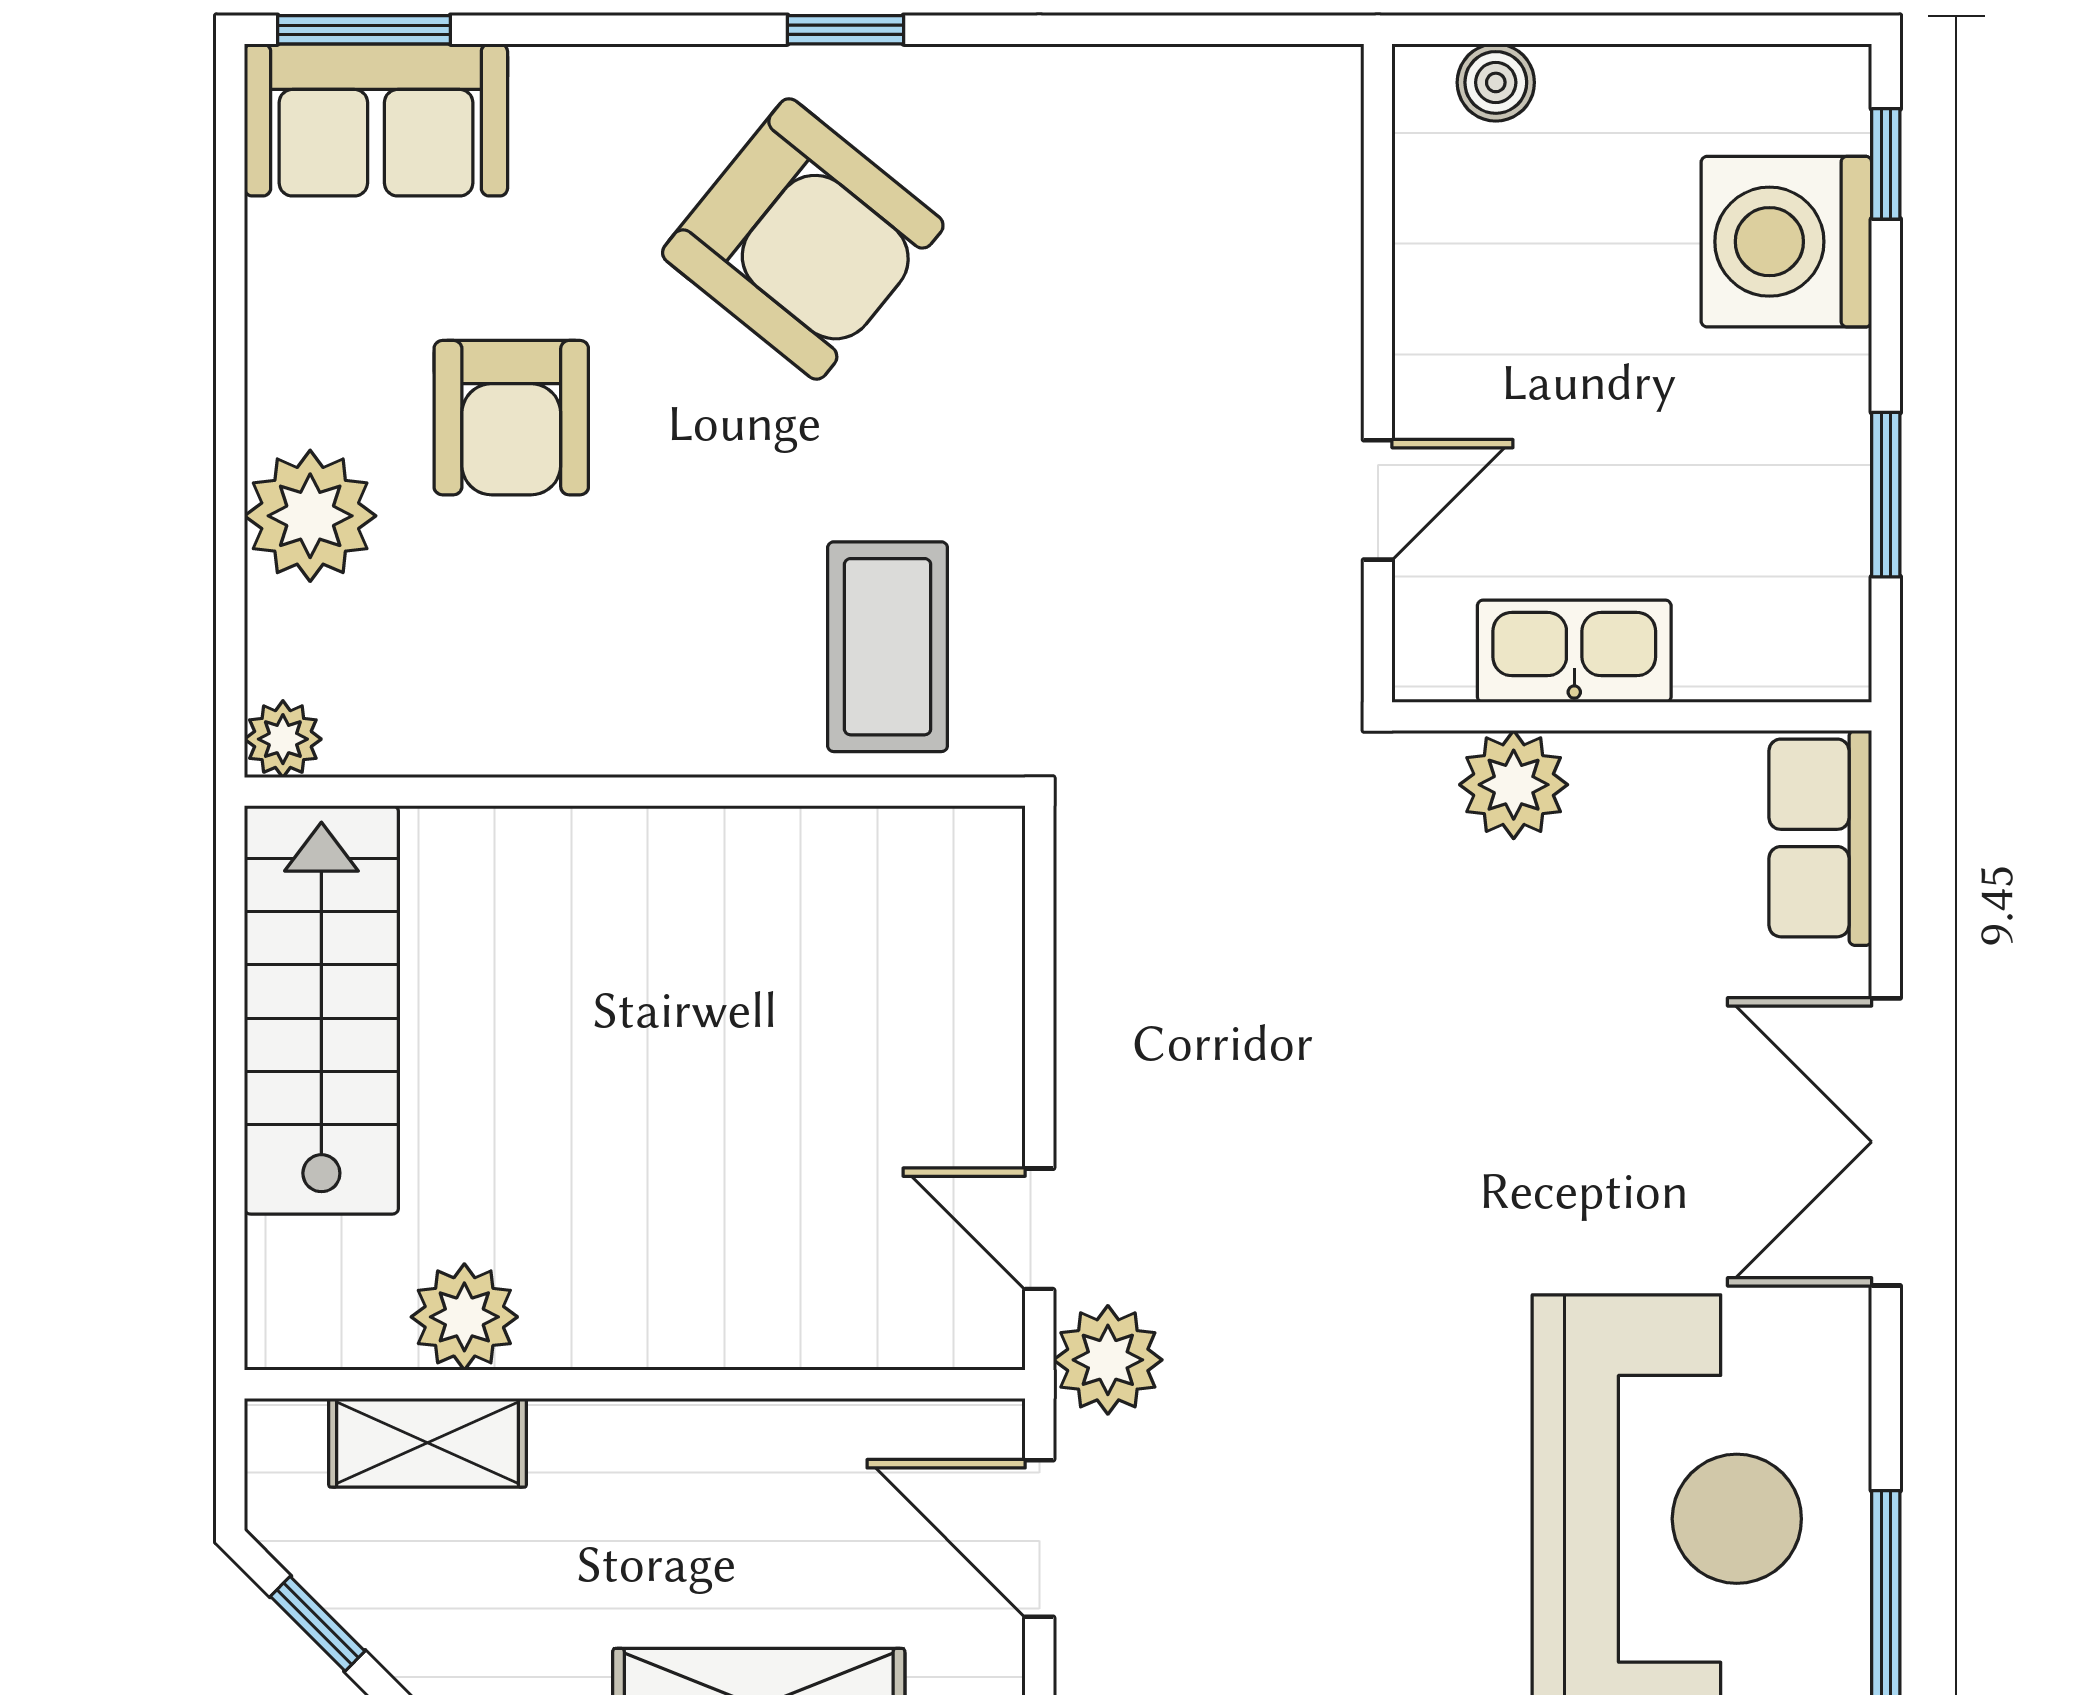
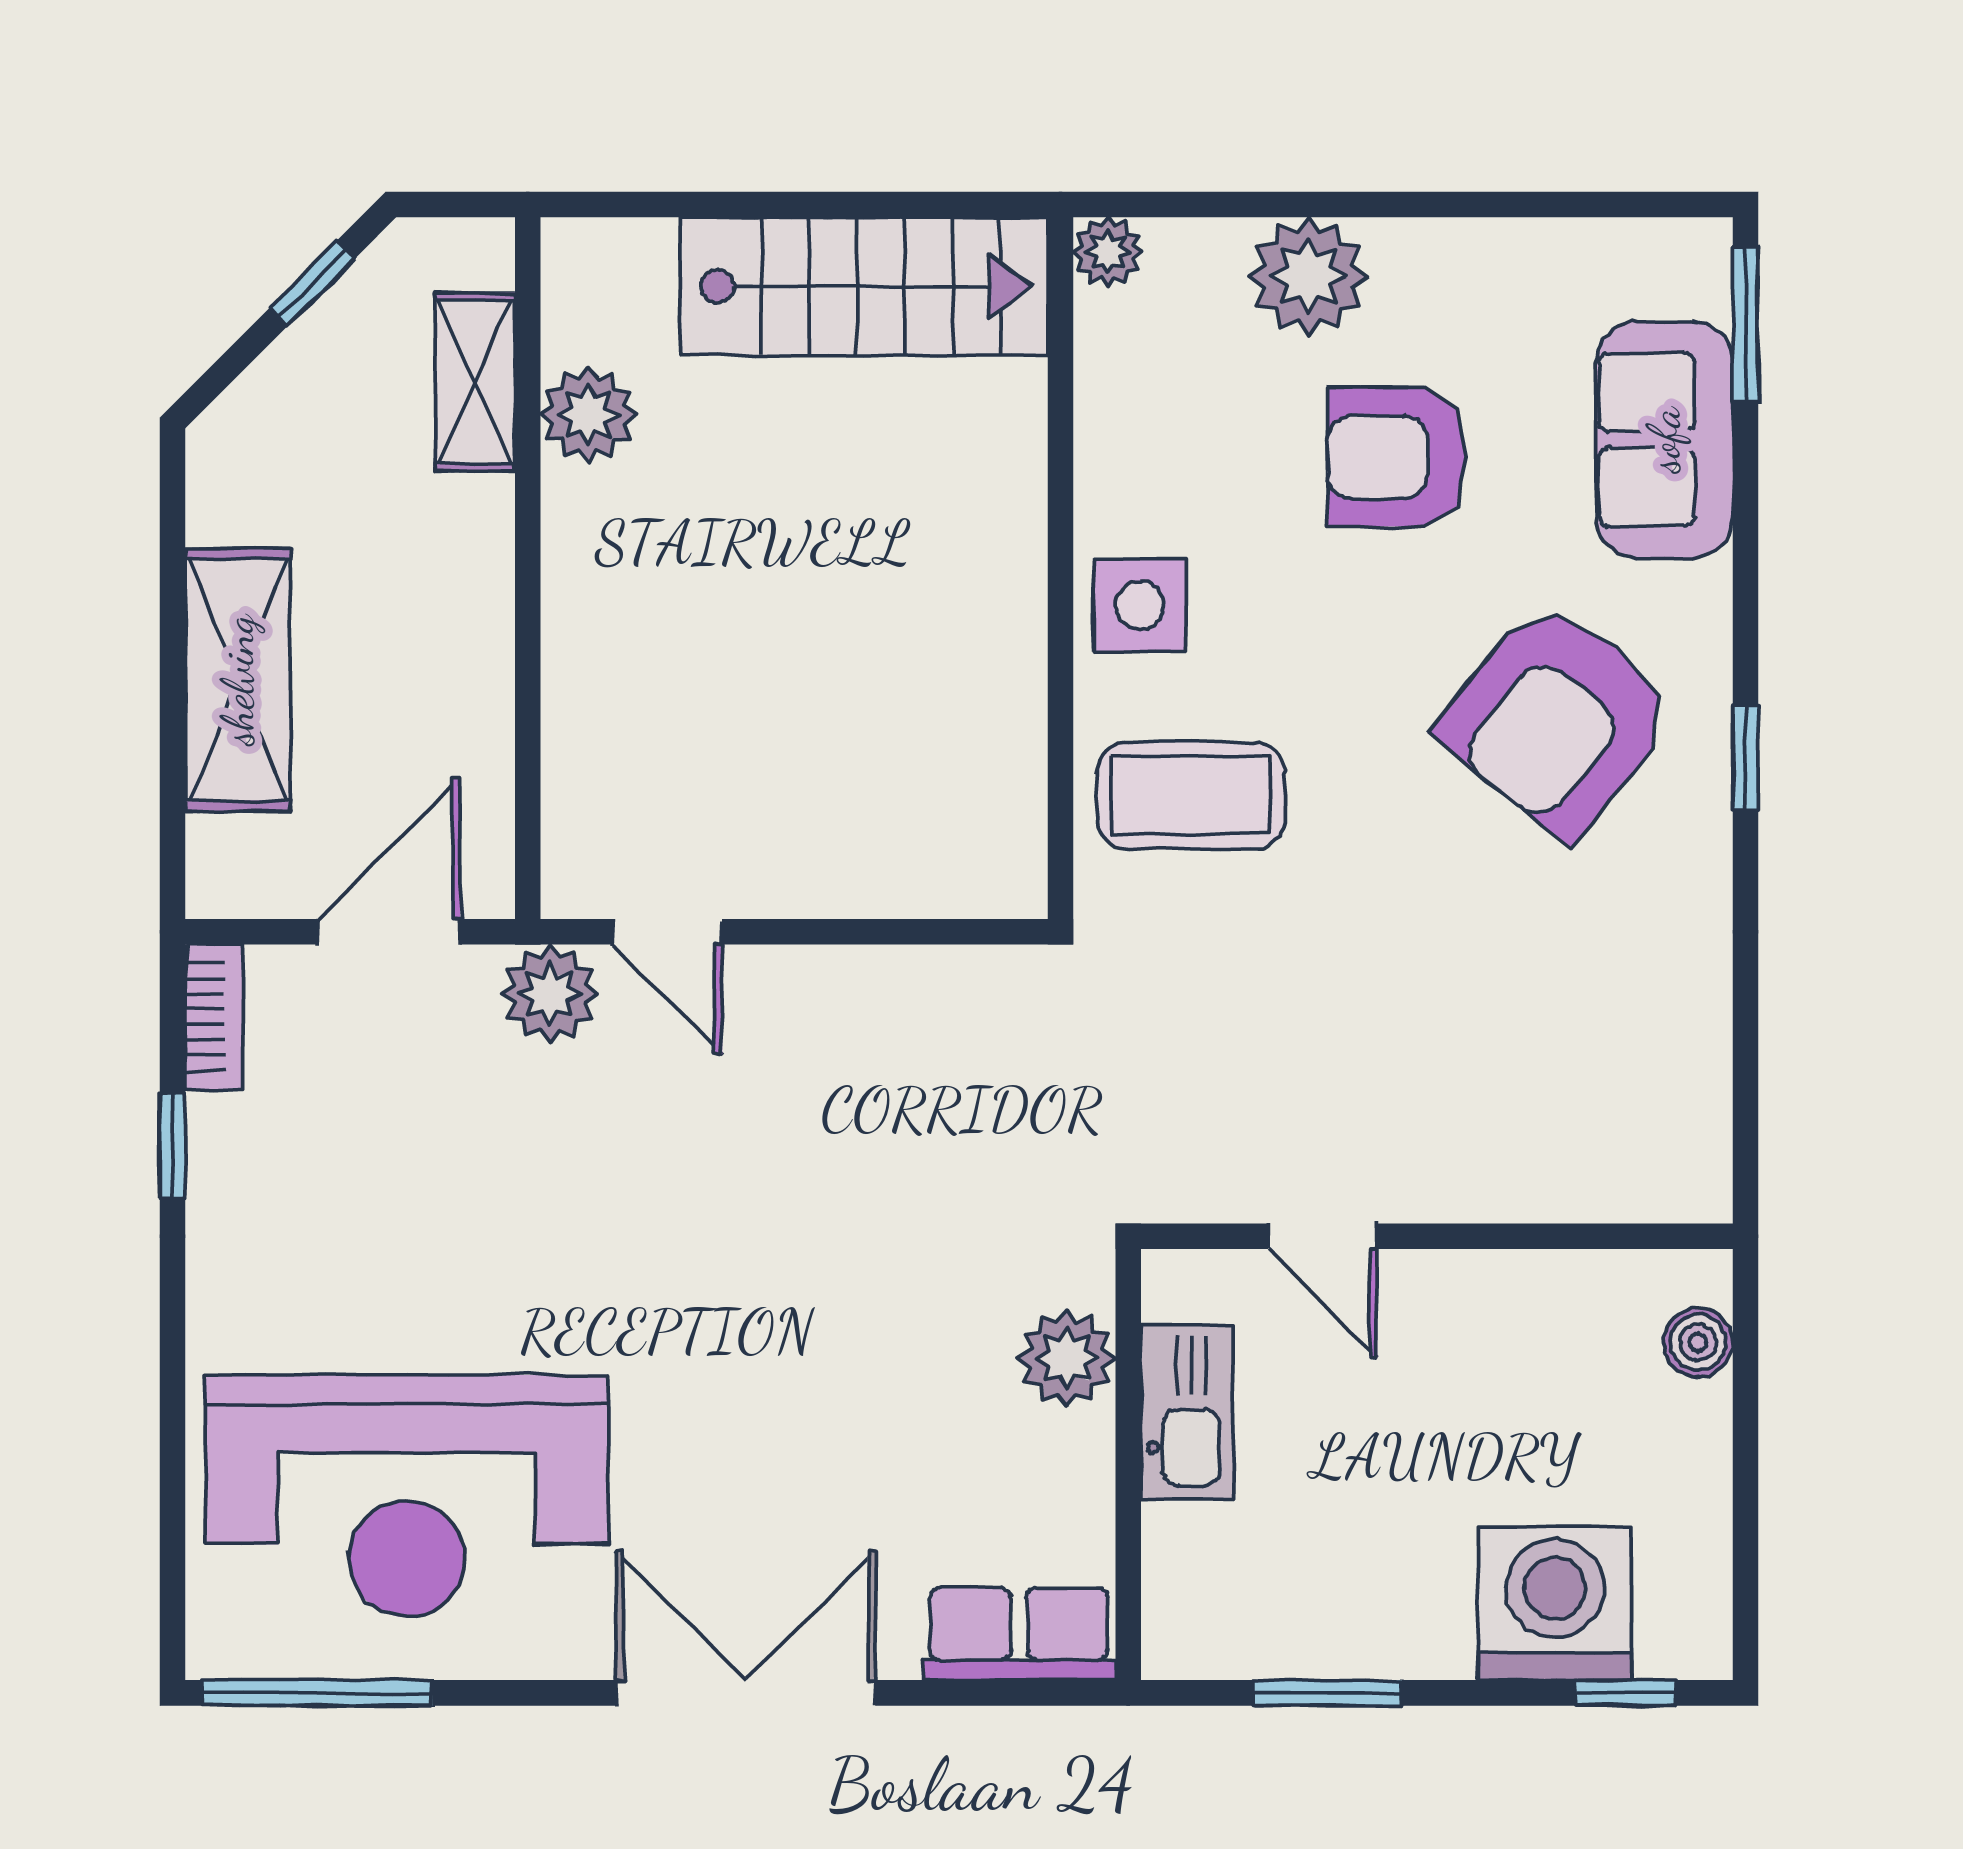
sofa: (376, 120) -> (1664, 440), moved
side table: (676, 703) -> (1140, 605), added
door: (1039, 1229) -> (667, 932), swing flipped

